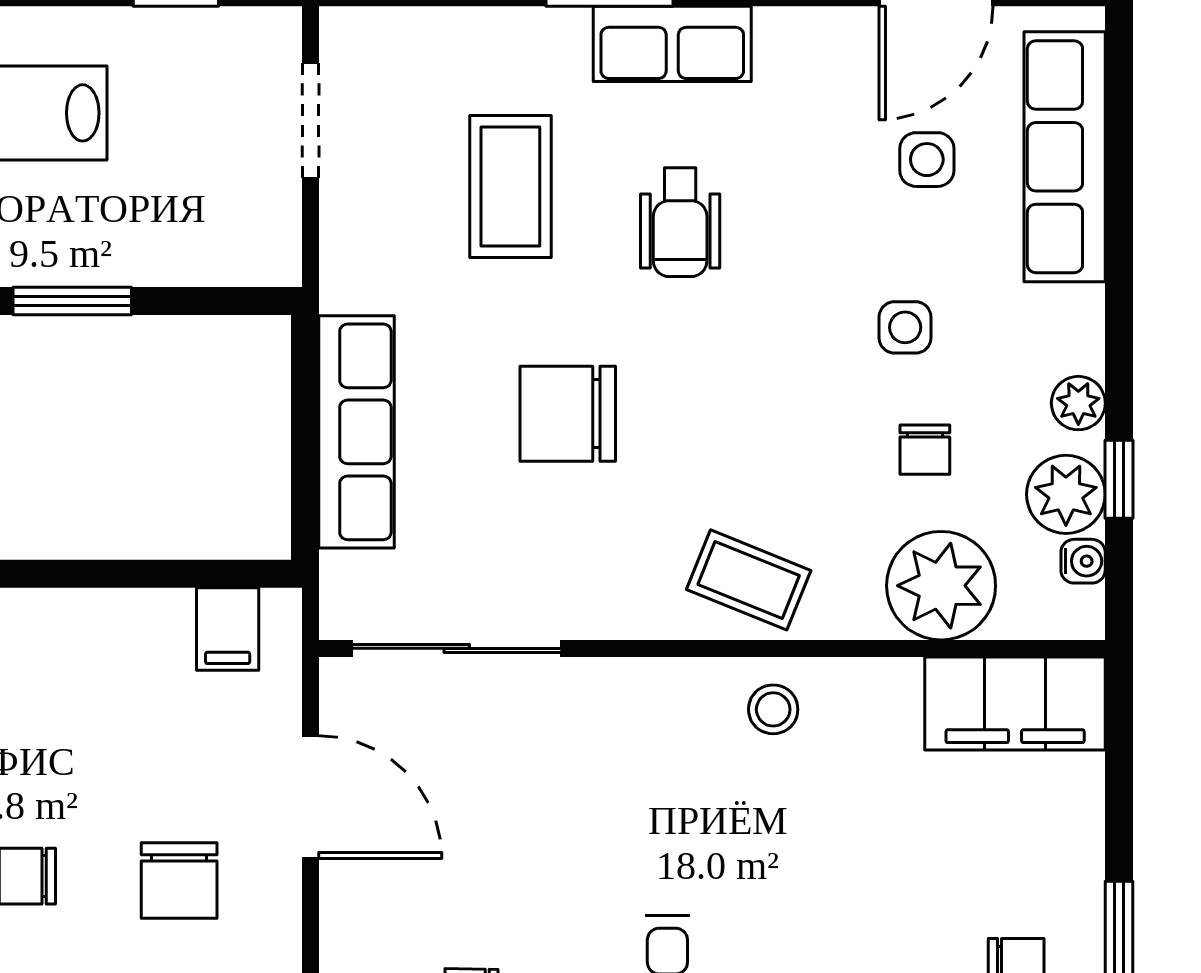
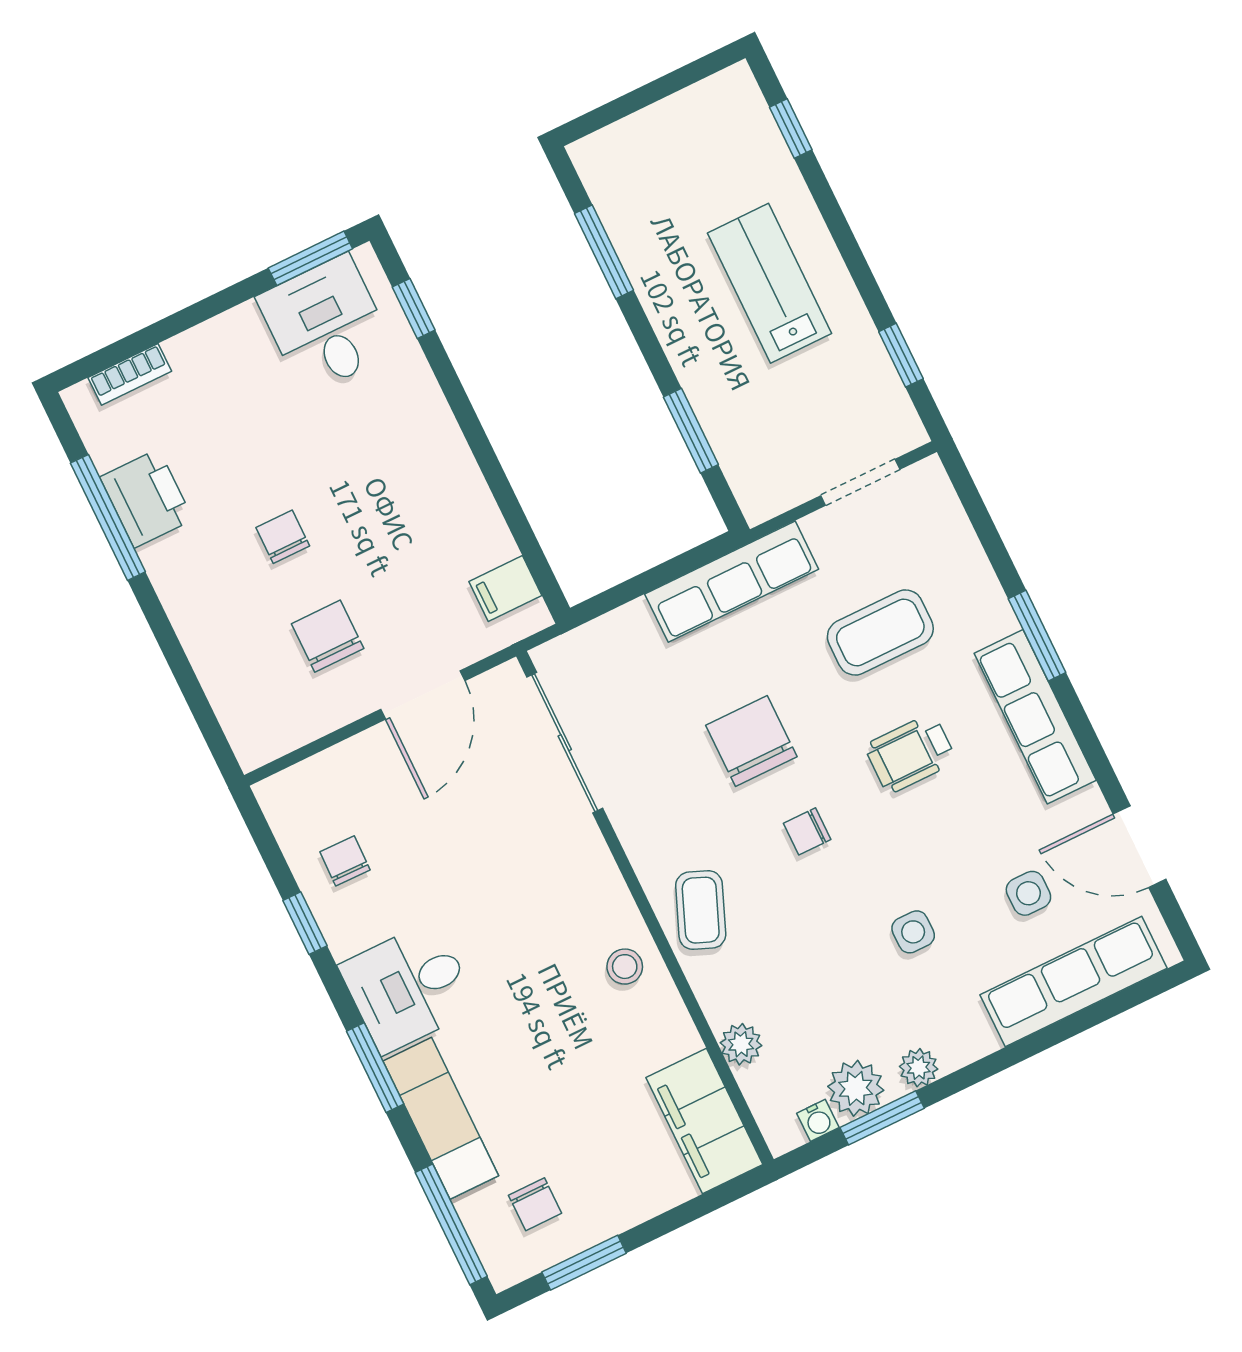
row of seats: (672, 44) -> (1035, 717), width x1.48
window: (72, 301) -> (691, 431), moved
row of seats: (356, 432) -> (732, 582), moved
chair: (925, 450) -> (807, 831), moved
window: (1119, 479) -> (882, 1118), width x1.50
plant: (941, 586) -> (741, 1044), width x0.53, depth x0.53
chair: (179, 881) -> (328, 636), turned 90

